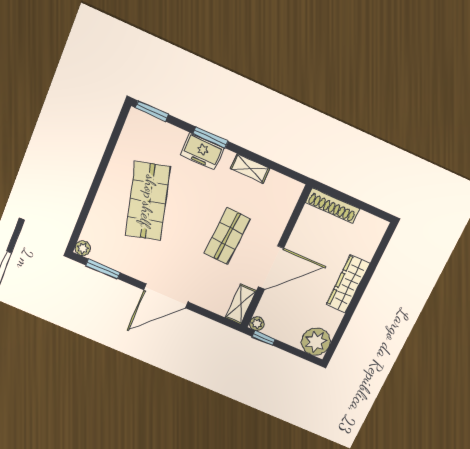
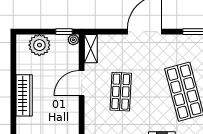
door: (271, 268) -> (82, 83), width x0.73
plant: (316, 342) -> (39, 45), moved

